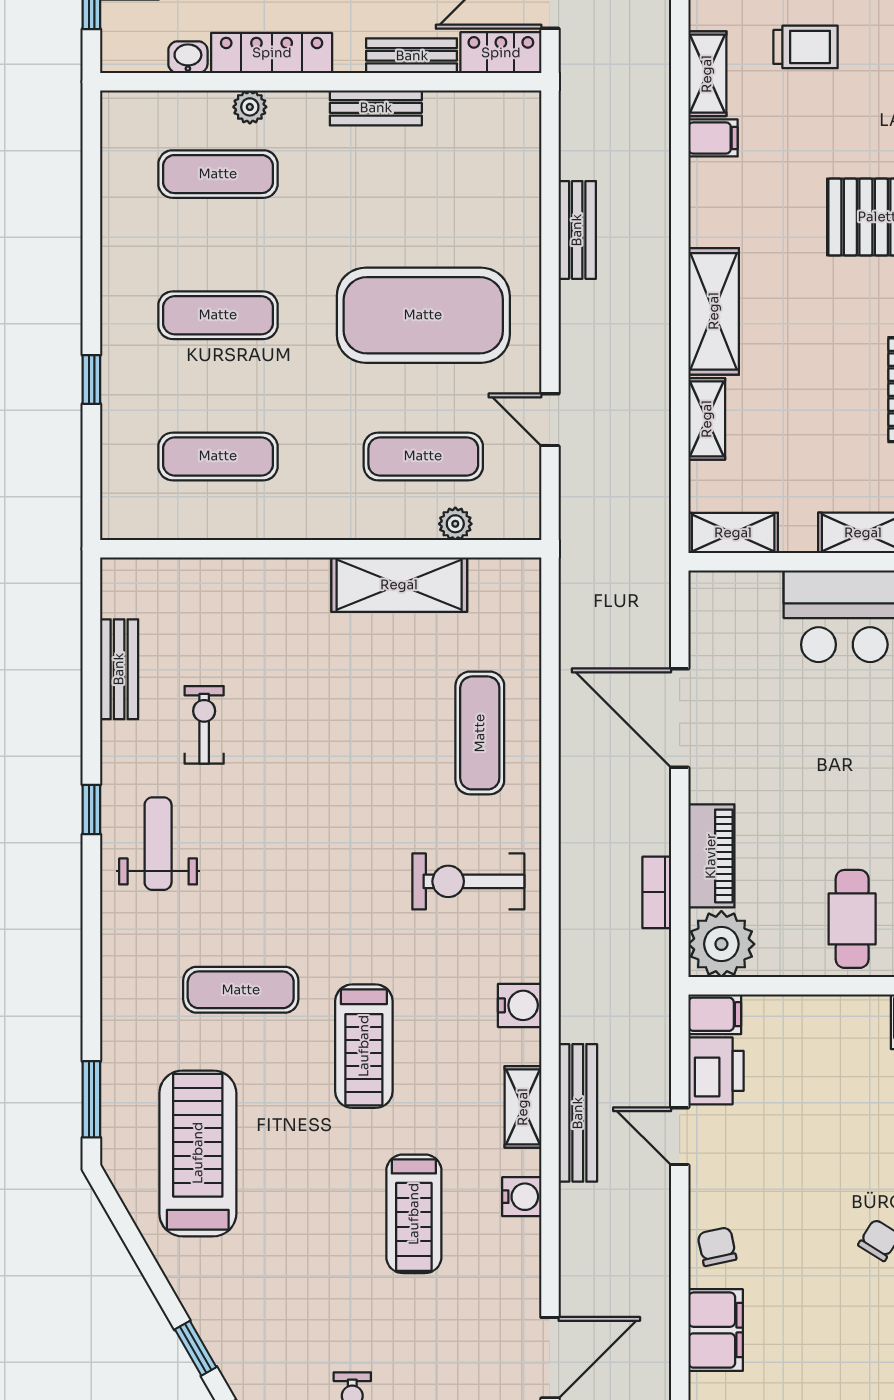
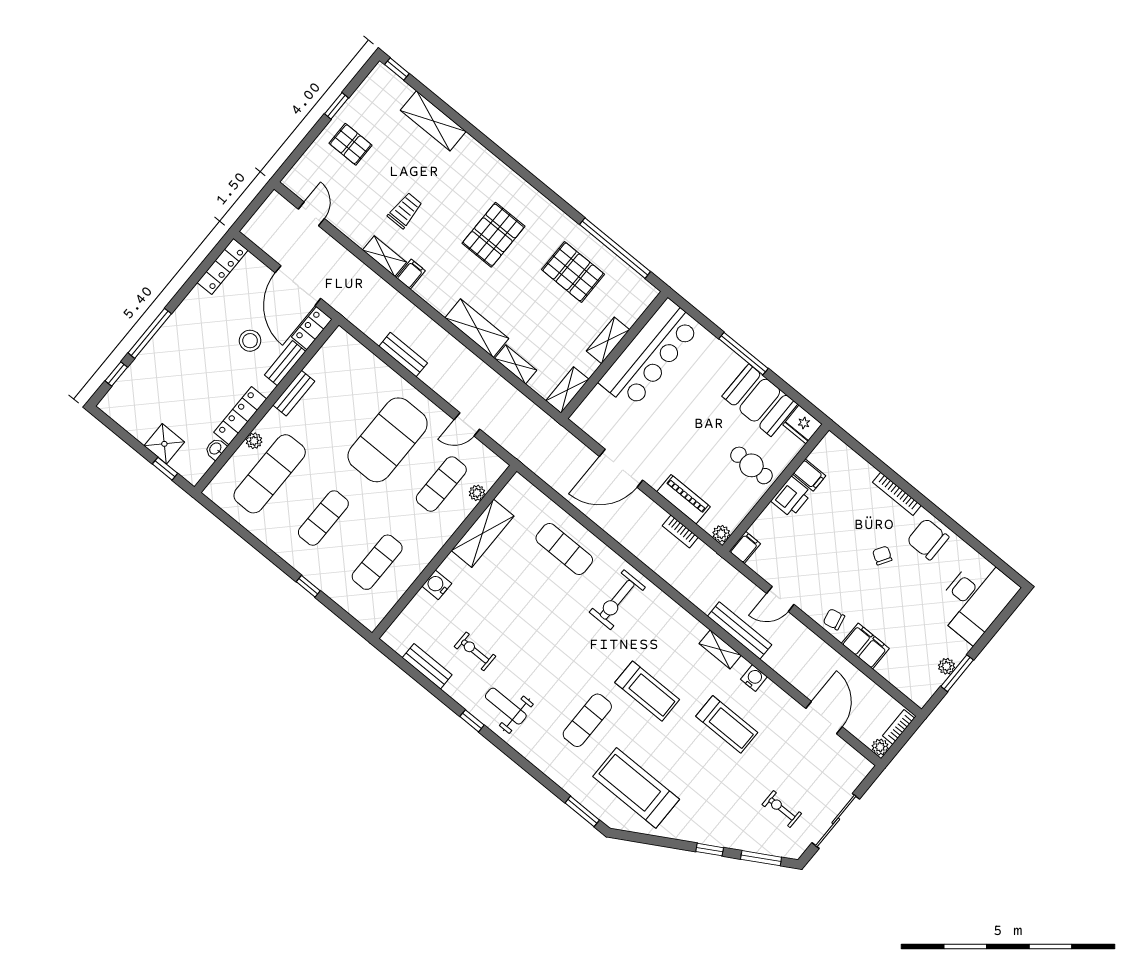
exercise mat: (218, 174) -> (270, 474), width x1.36, depth x1.45
plant: (721, 944) -> (721, 534), width x0.53, depth x0.53
water cooler: (520, 1005) -> (437, 585), moved, turned -90
printer: (716, 1071) -> (791, 497), moved, turned 90

